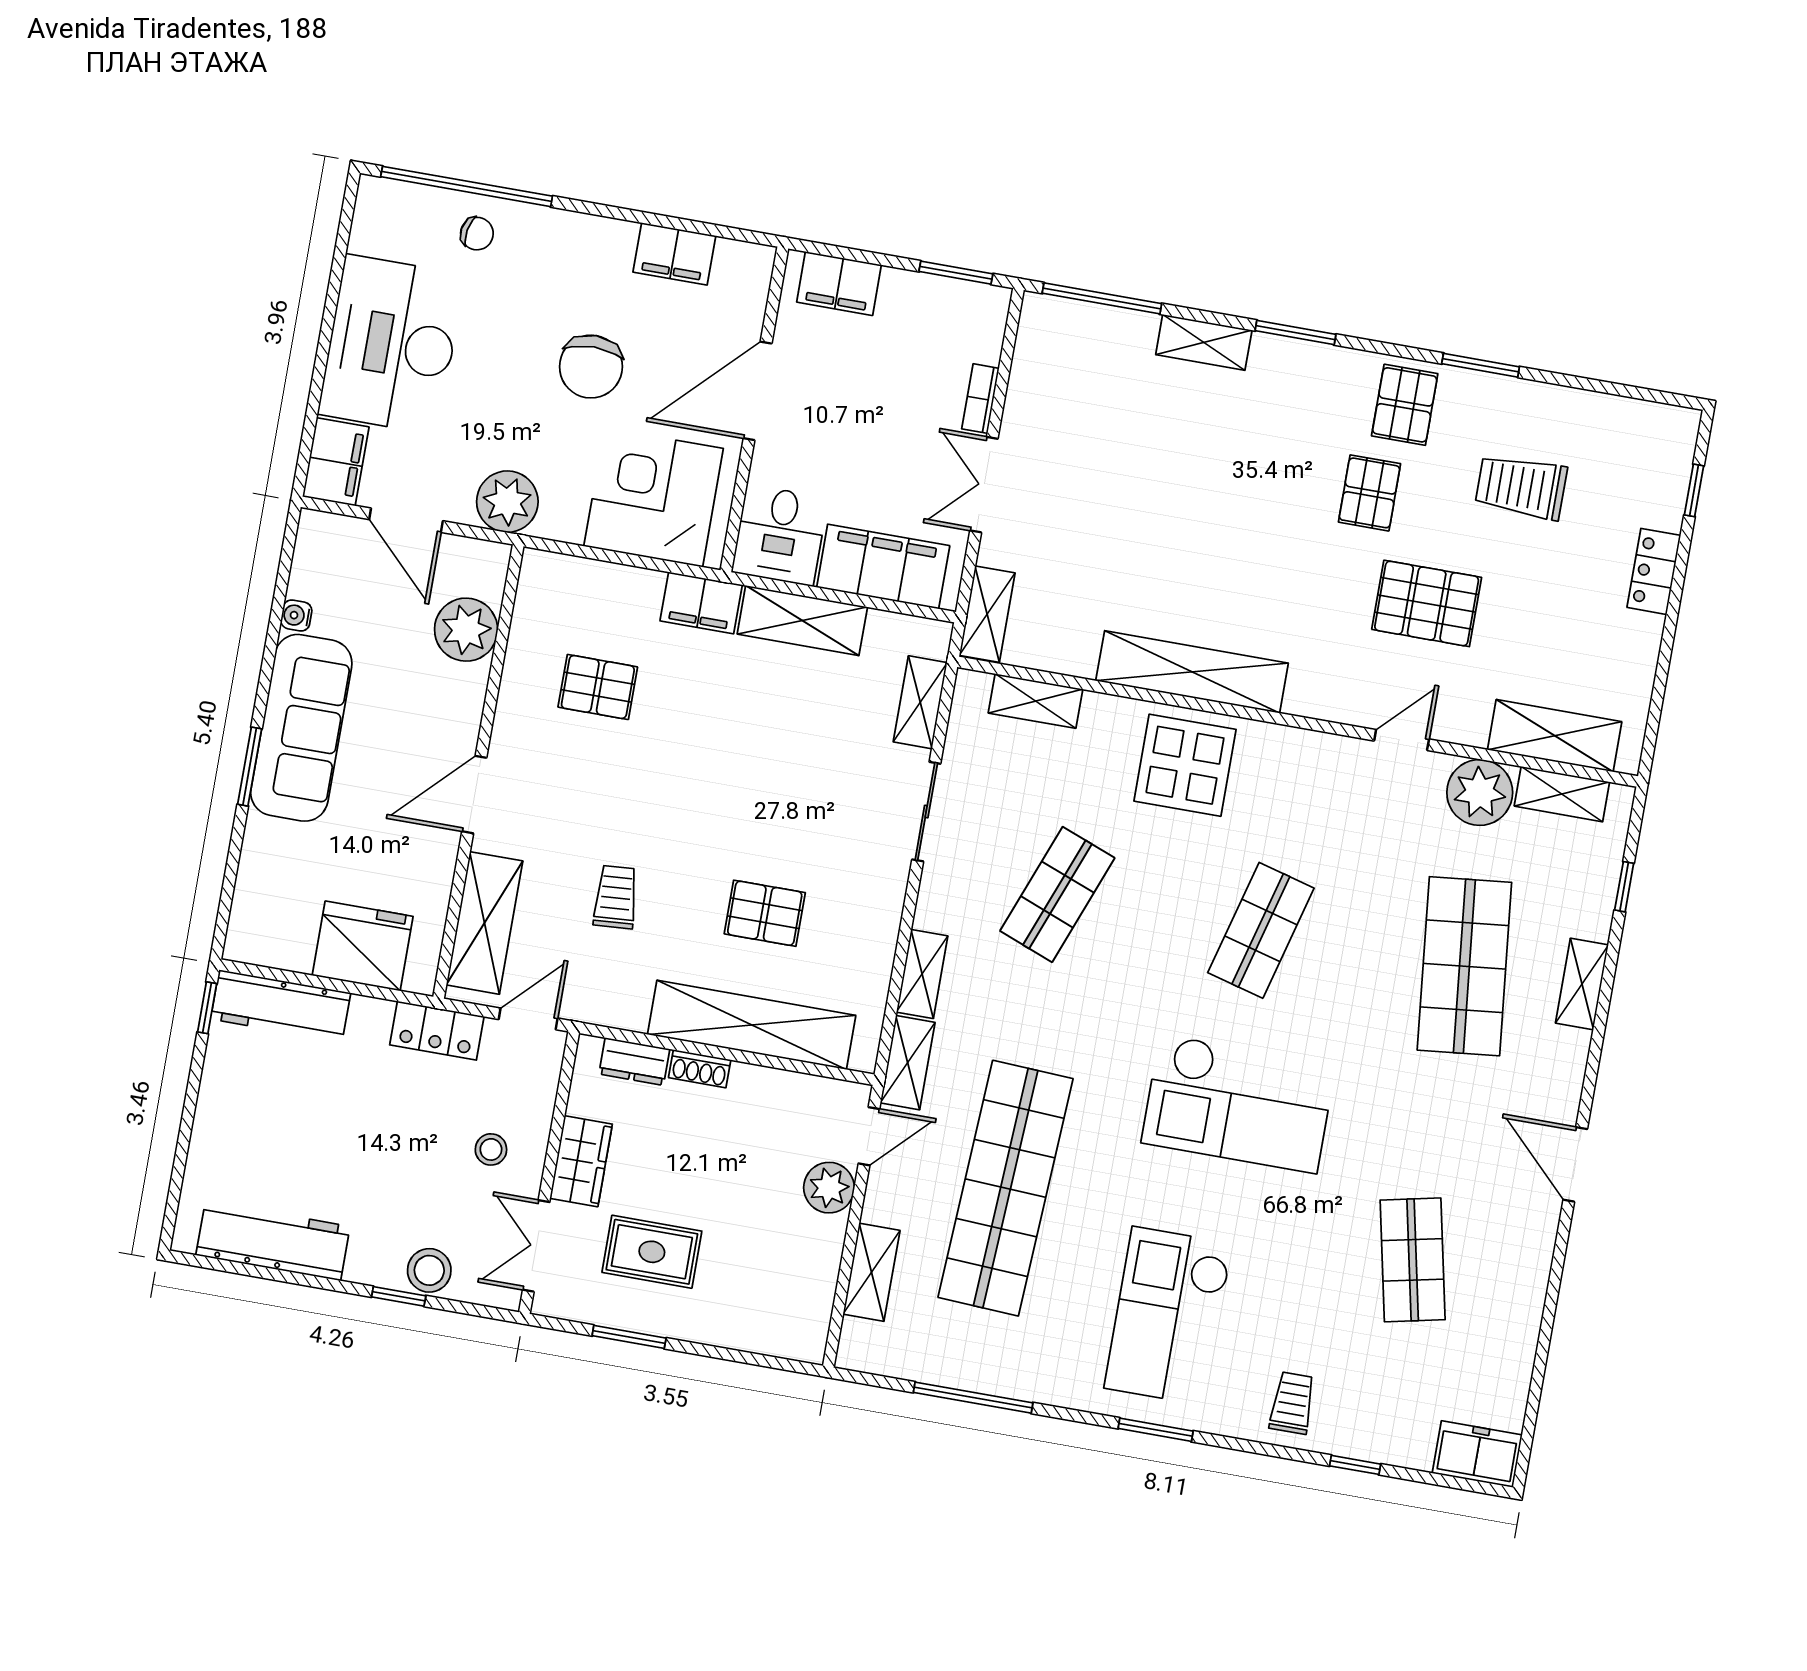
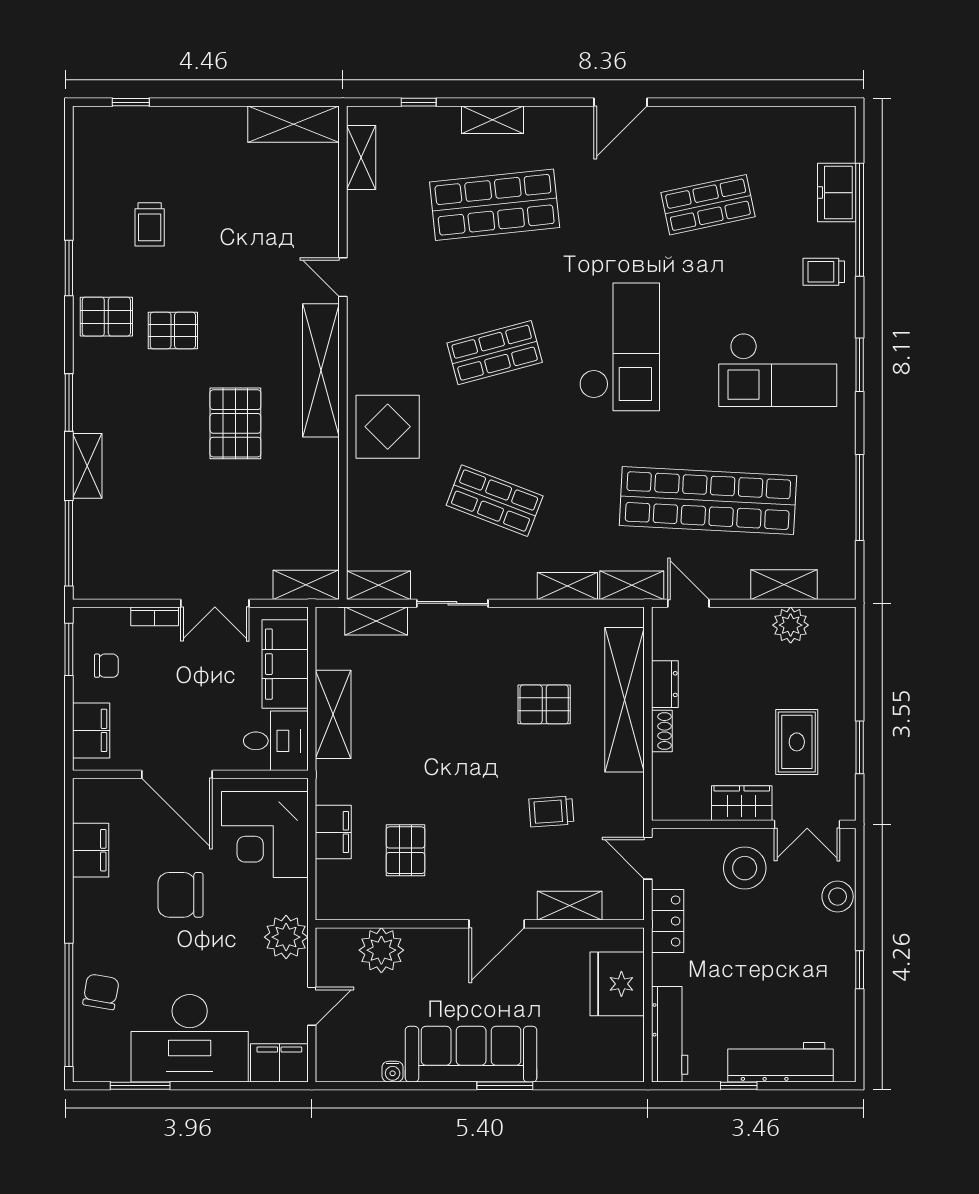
chair: (477, 234) -> (101, 992), width x1.37, depth x1.37
window: (338, 265) -> (140, 1086), added
chair: (924, 320) -> (106, 666), added
chair: (591, 367) -> (180, 895), turned 180
trolley: (1521, 487) -> (150, 224), width x0.73, depth x0.72
door: (406, 520) -> (312, 1006), width x0.73
locker: (1654, 571) -> (193, 120), removed
filing cabinet: (701, 603) -> (333, 832), moved
pallet: (1427, 603) -> (235, 423), moved
shelving: (1192, 672) -> (321, 370), moved
shelving: (1035, 701) -> (378, 585), moved, turned 90
shelving: (1555, 736) -> (293, 124), moved, turned 90
plant: (1480, 792) -> (370, 216), removed
door: (474, 795) -> (497, 924), hinge flipped
pallet: (765, 913) -> (544, 704), turned 90
shelving: (485, 923) -> (570, 906), width x0.67, depth x0.75
shop shelf: (1261, 930) -> (495, 353), turned -30
window: (207, 1008) -> (739, 1086), moved
dresser: (634, 1062) -> (665, 684), moved
stool: (491, 1149) -> (745, 868), width x1.89, depth x1.89
plant: (829, 1188) -> (791, 625), moved
workbench: (273, 1241) -> (780, 1062), moved, turned 90
window: (399, 1296) -> (860, 970), moved
freezer: (1477, 1454) -> (837, 193), moved
window: (1355, 1465) -> (860, 220), width x3.17

